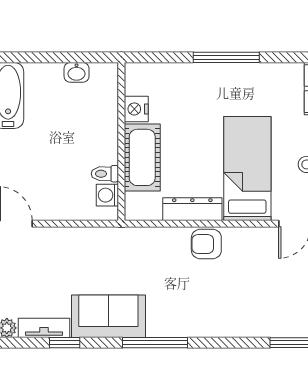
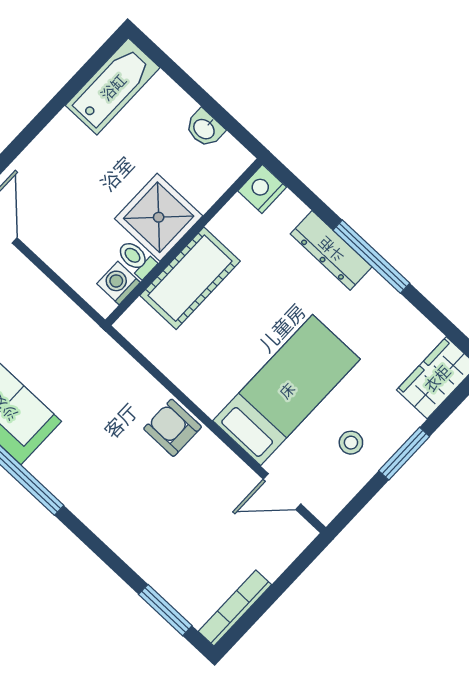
nightstand: (136, 109) -> (262, 189), moved
shower: (96, 141) -> (159, 217), added
dresser: (192, 209) -> (331, 250), moved, turned 180

